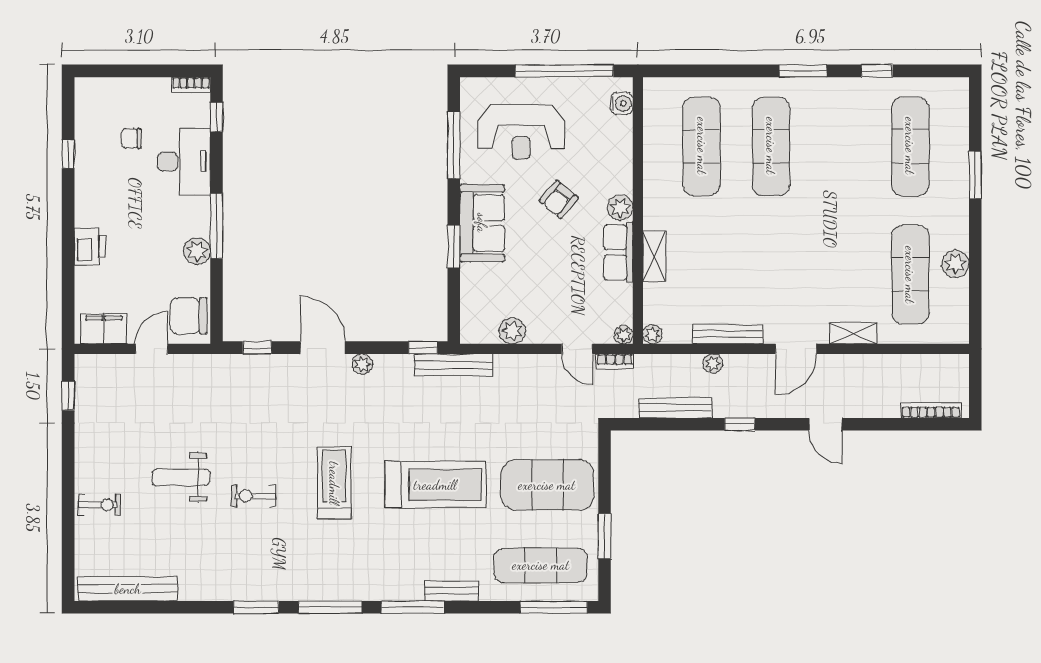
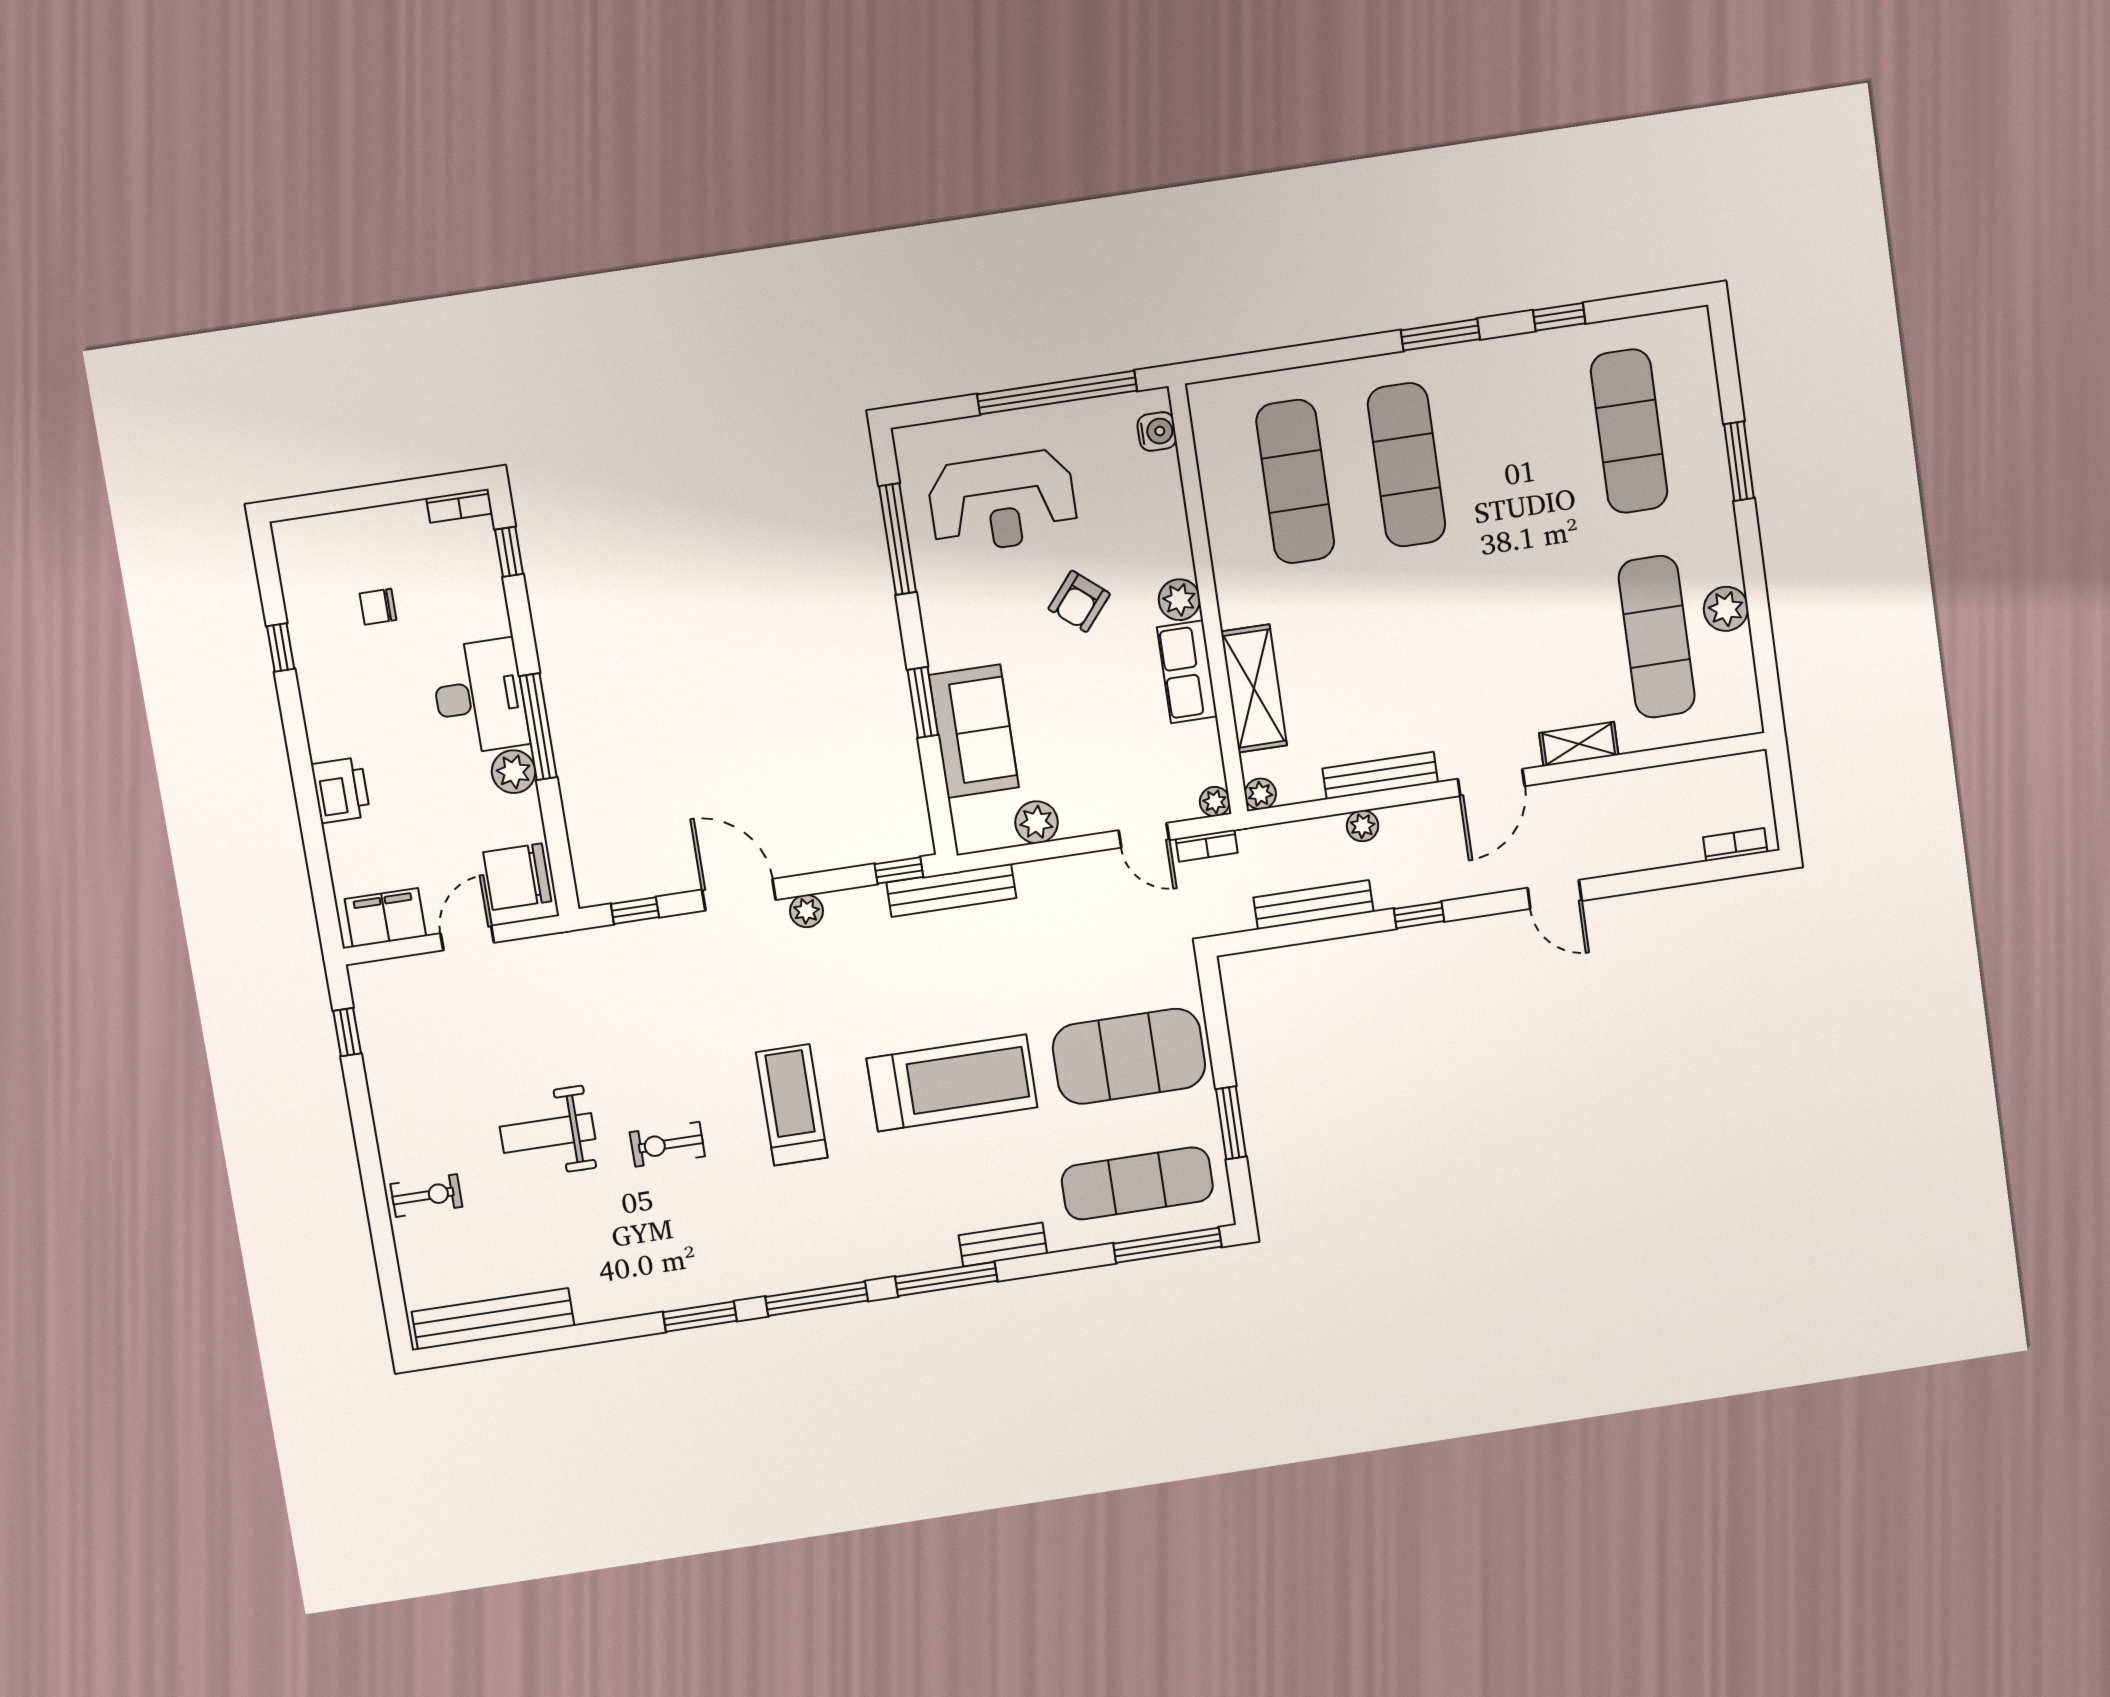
desk: (184, 162) -> (480, 697), moved
sofa: (482, 223) -> (974, 731), moved
shelving: (654, 256) -> (1254, 688), width x1.50, depth x1.33
bookcase: (931, 410) -> (1735, 845), width x0.64

